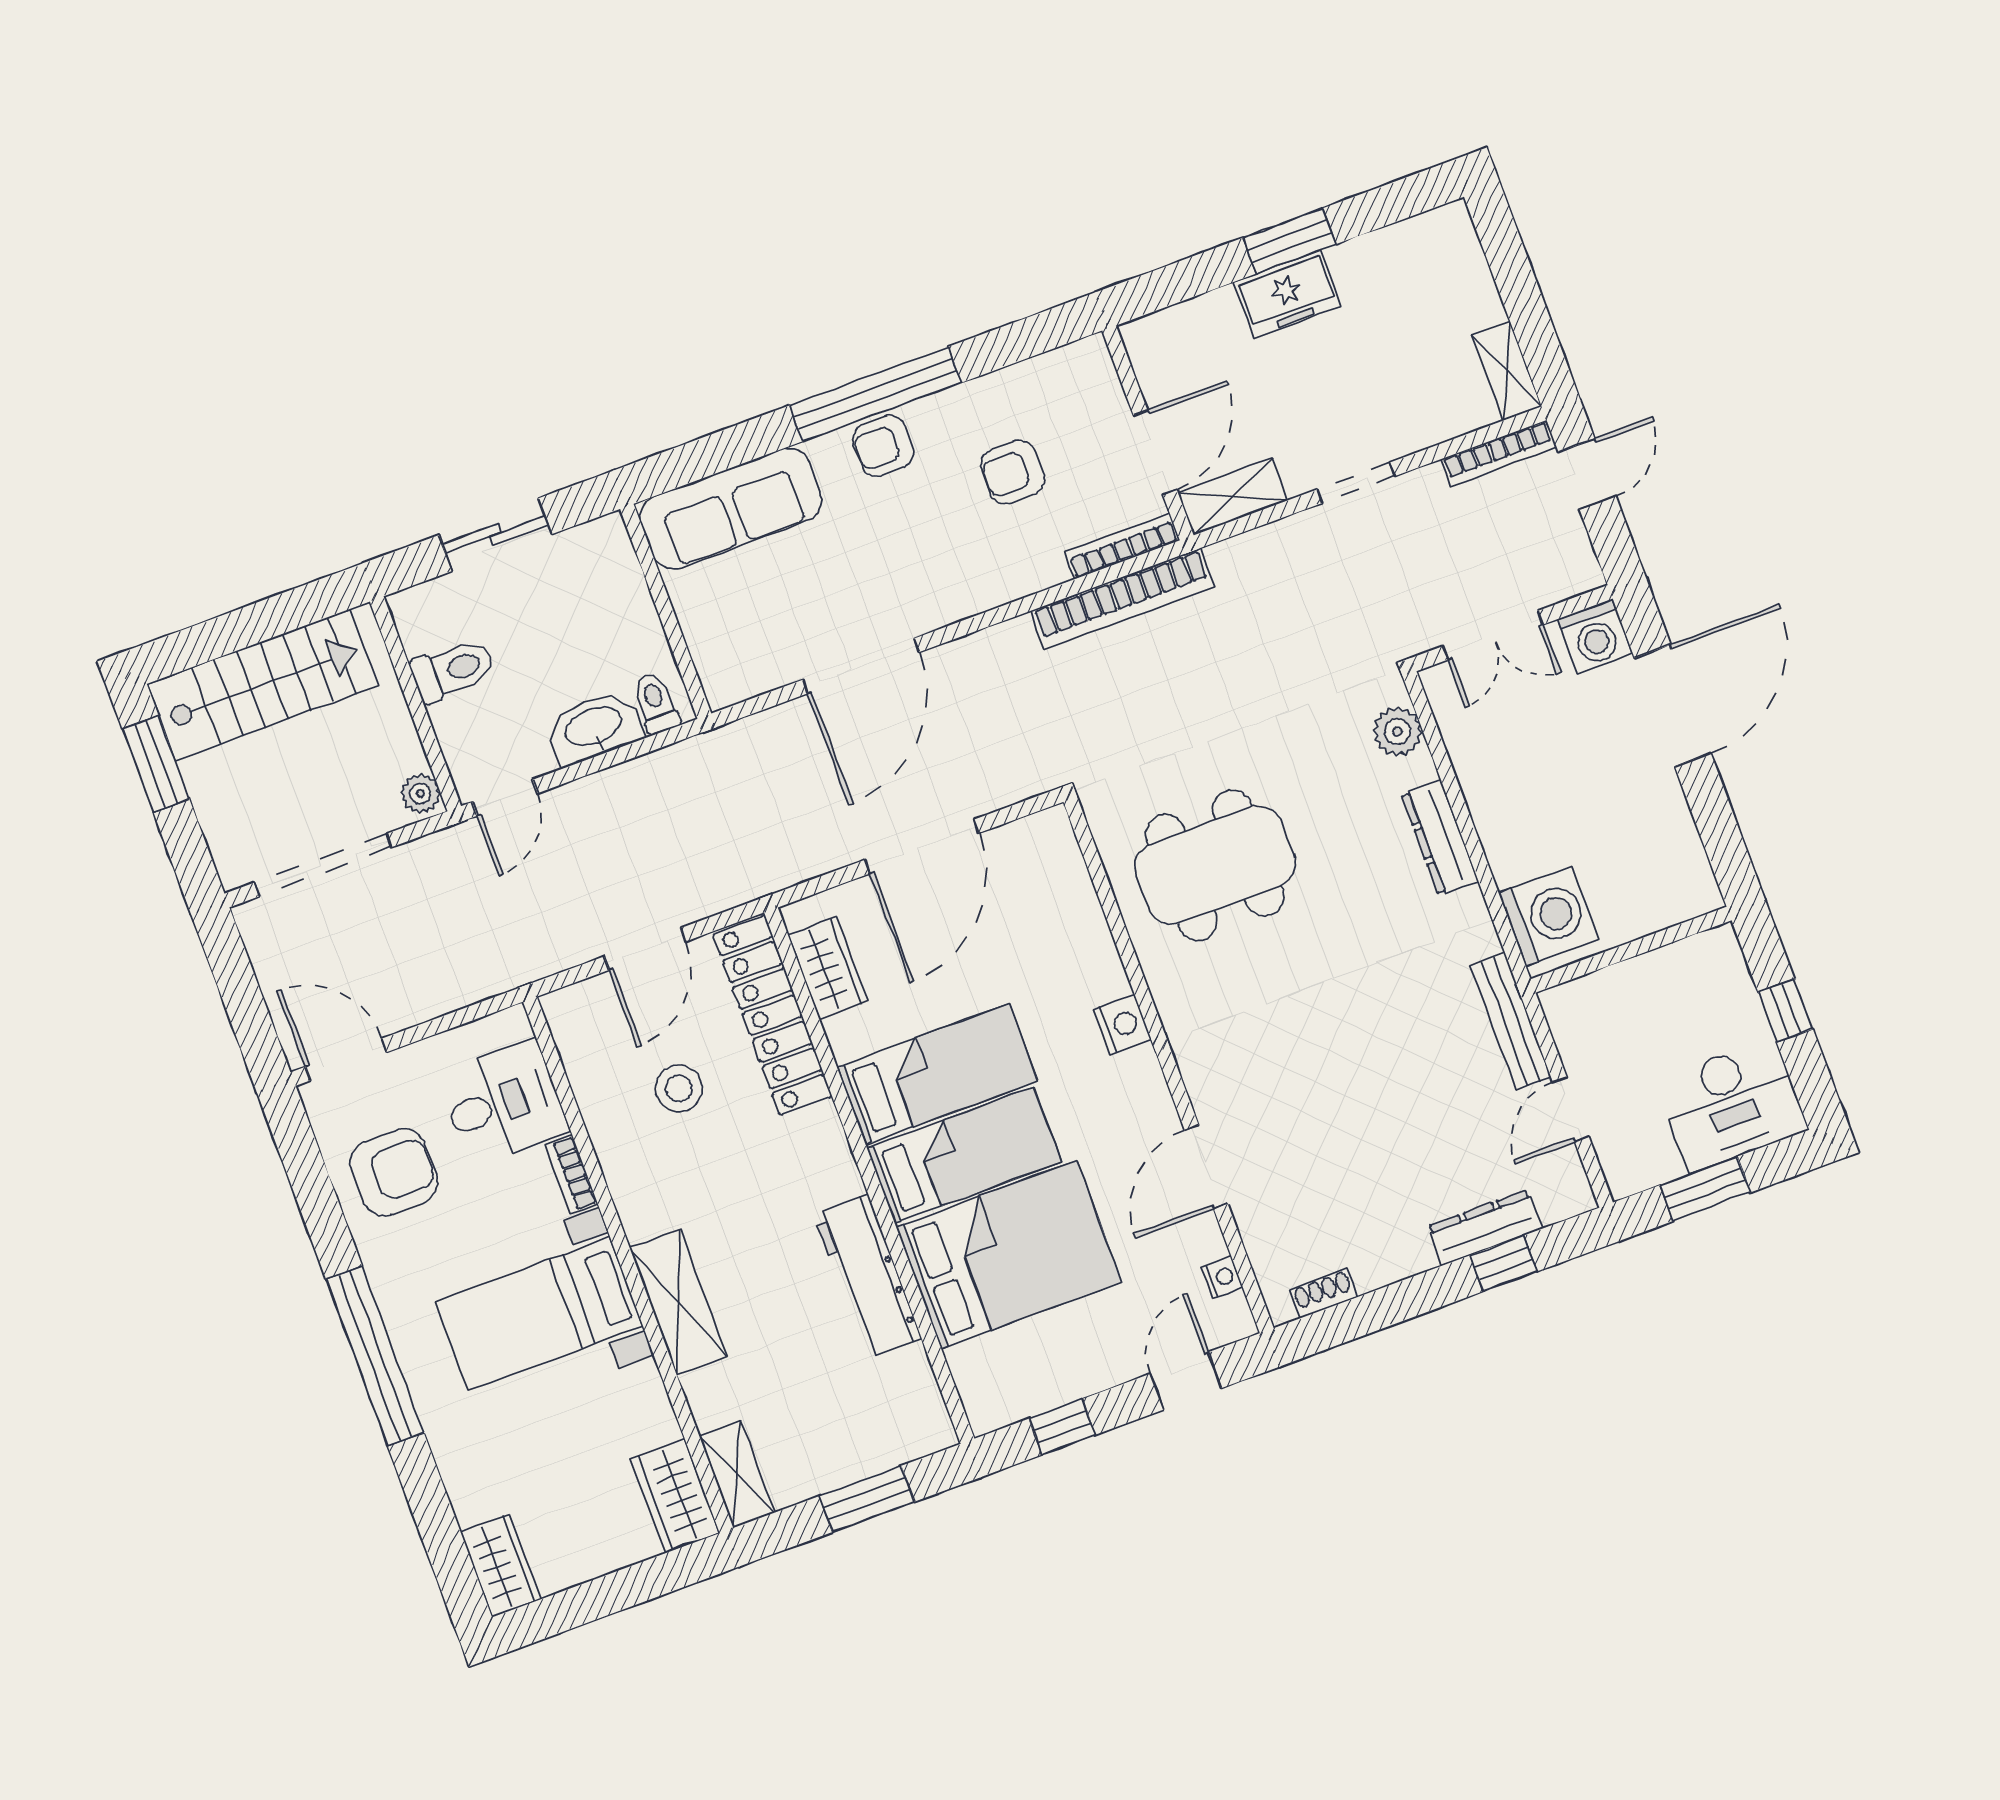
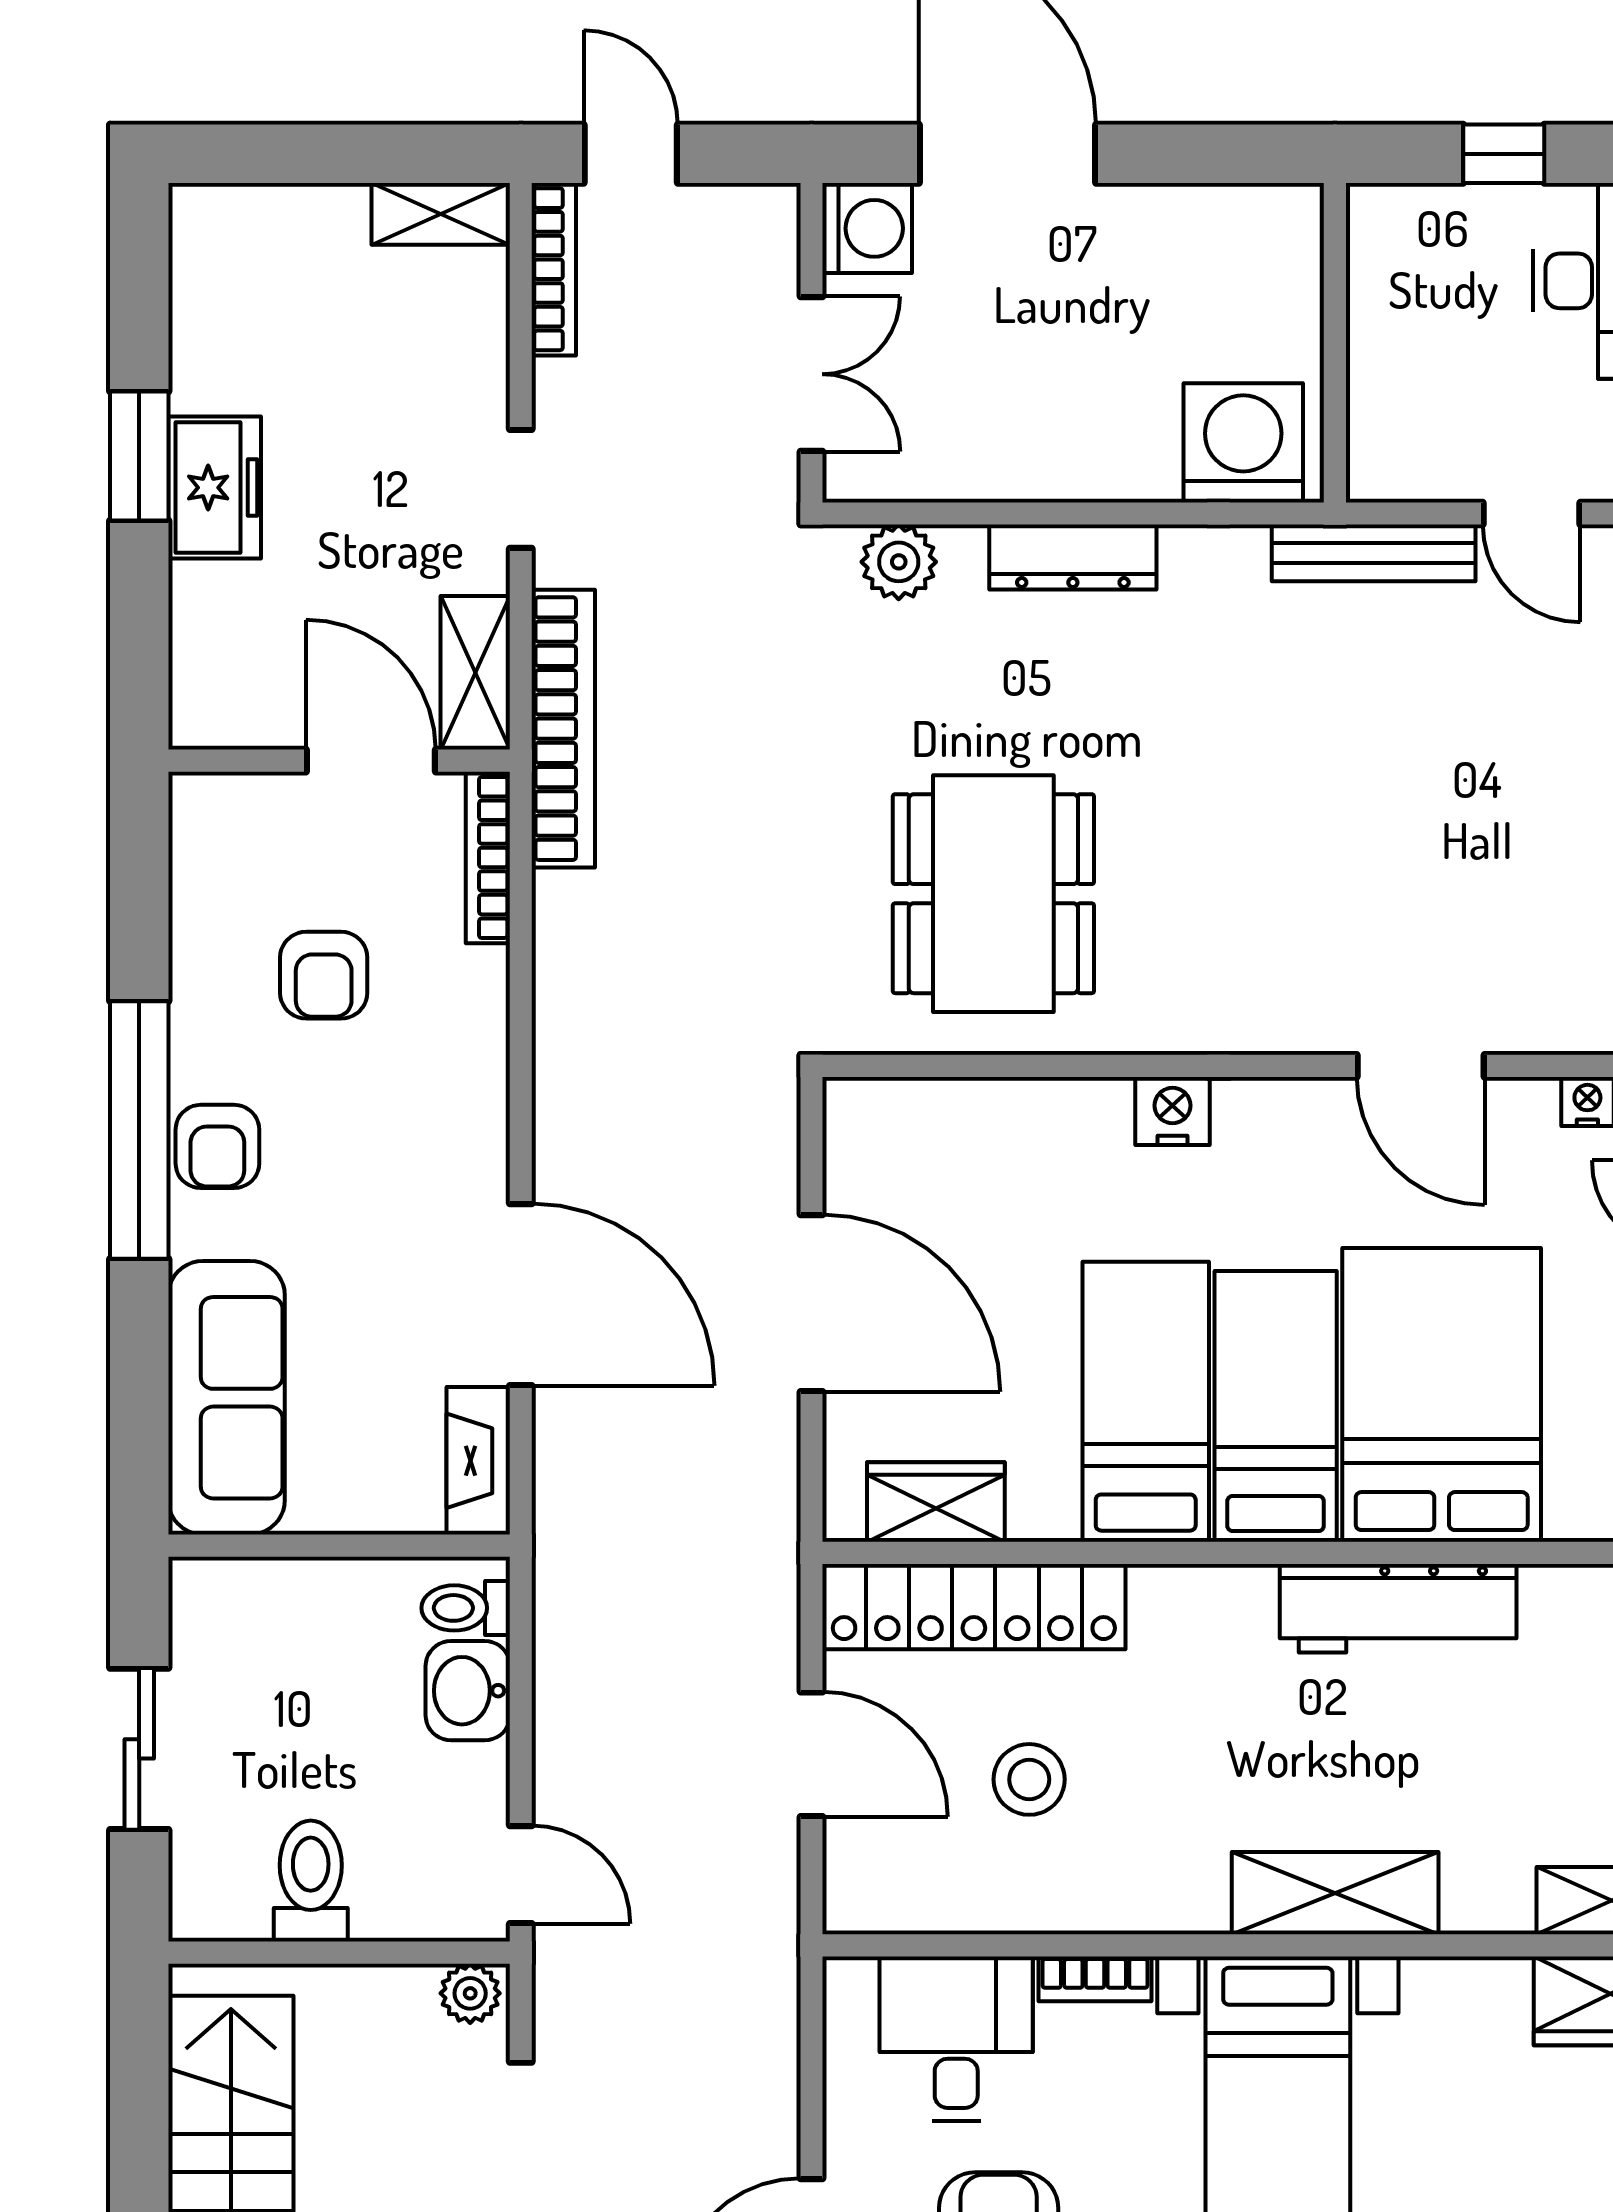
bookcase: (1123, 599) -> (563, 729), moved
fireplace: (749, 678) -> (478, 1461), added
washbasin: (594, 728) -> (468, 1691), width x0.72

